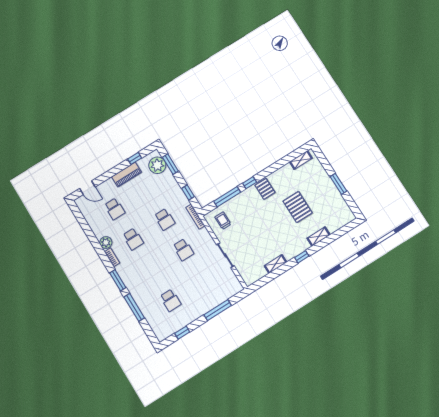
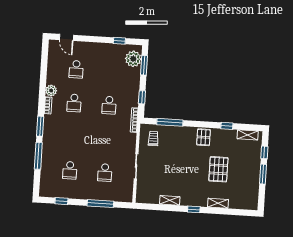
window: (326, 165) -> (264, 152), added
piano: (127, 175) -> (104, 49), removed
window: (250, 183) -> (227, 126), moved
school desk: (183, 250) -> (105, 173), moved

